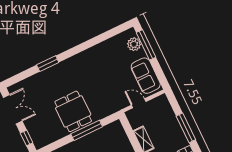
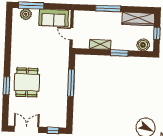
door: (139, 103) -> (71, 34), hinge flipped
dining table: (73, 111) -> (27, 82), moved, turned 90

